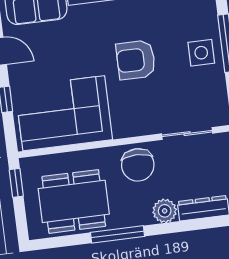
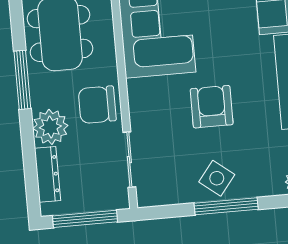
side table: (201, 53) -> (217, 178), turned 38
plant: (165, 211) -> (50, 127), width x1.36, depth x1.36

